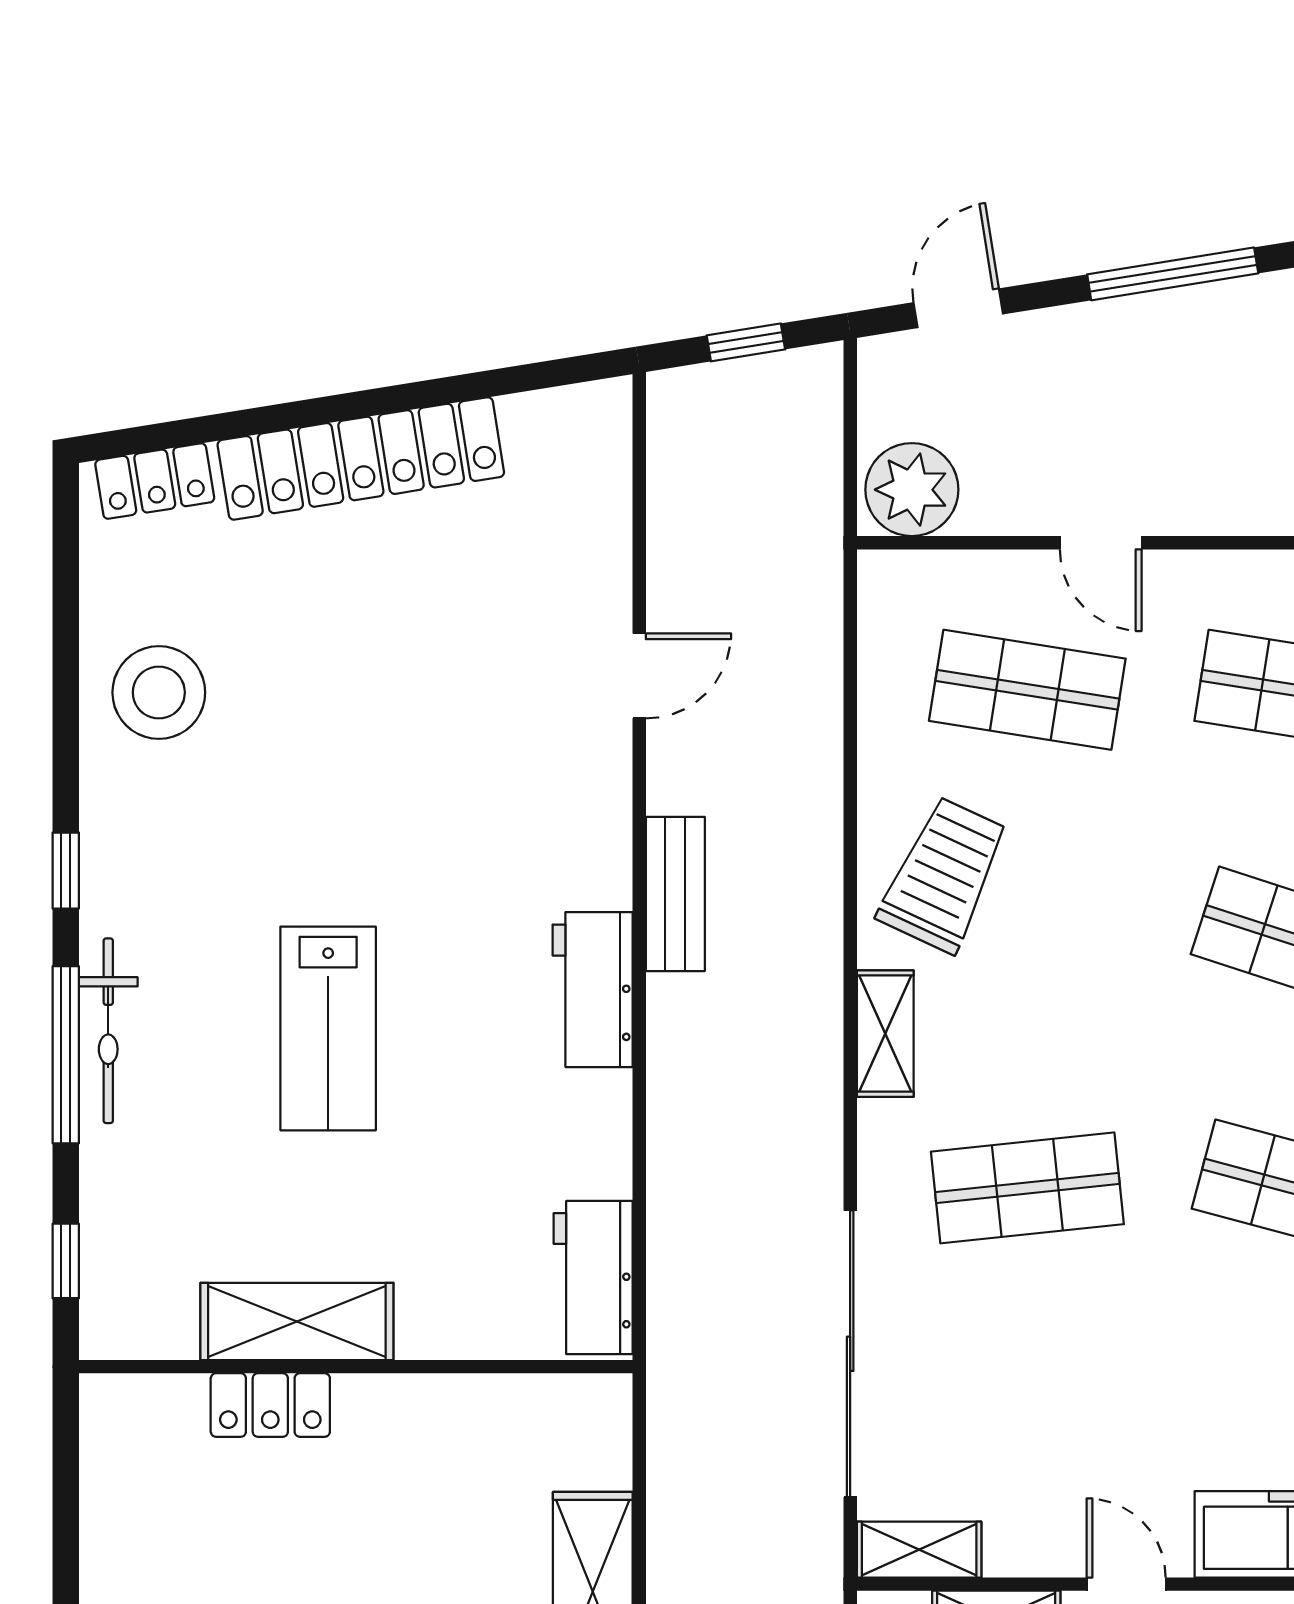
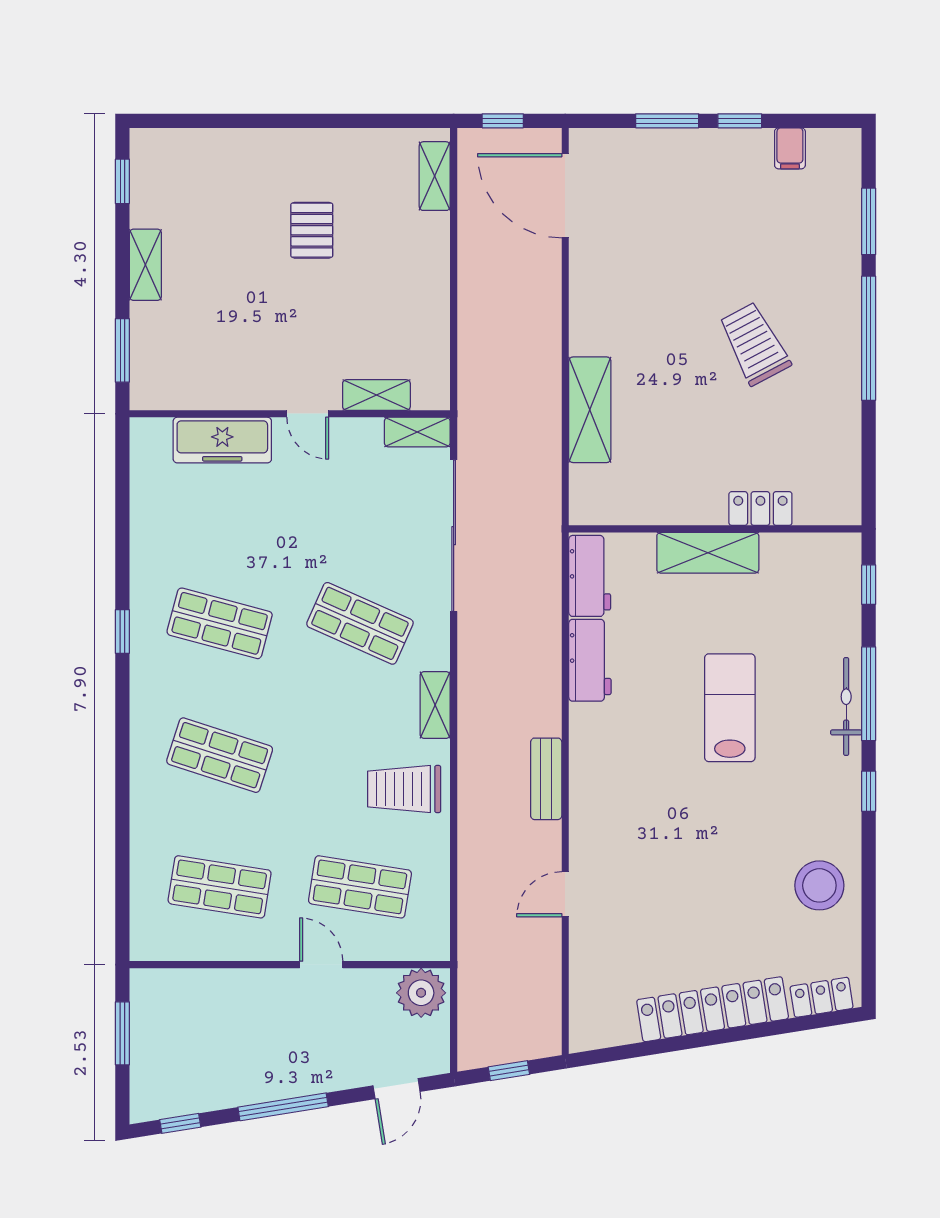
trolley: (944, 875) -> (404, 789), turned 65
workbench: (593, 990) -> (590, 660), moved
shop shelf: (1027, 1188) -> (360, 623), turned 30
shelving: (297, 1321) -> (708, 553), moved

